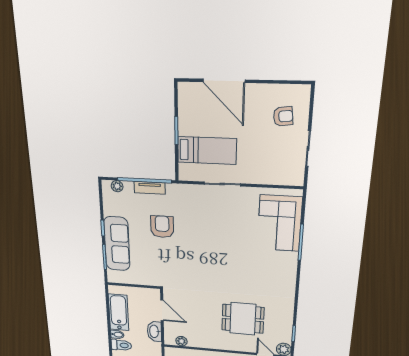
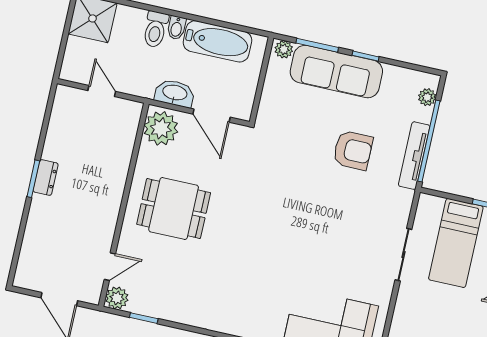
tv unit: (150, 188) -> (414, 156), width x1.41
plant: (113, 276) -> (284, 49), added
door: (162, 310) -> (212, 116), hinge flipped
dining table: (243, 319) -> (174, 209), moved, turned 90
plant: (181, 341) -> (161, 128), width x1.88, depth x1.88

